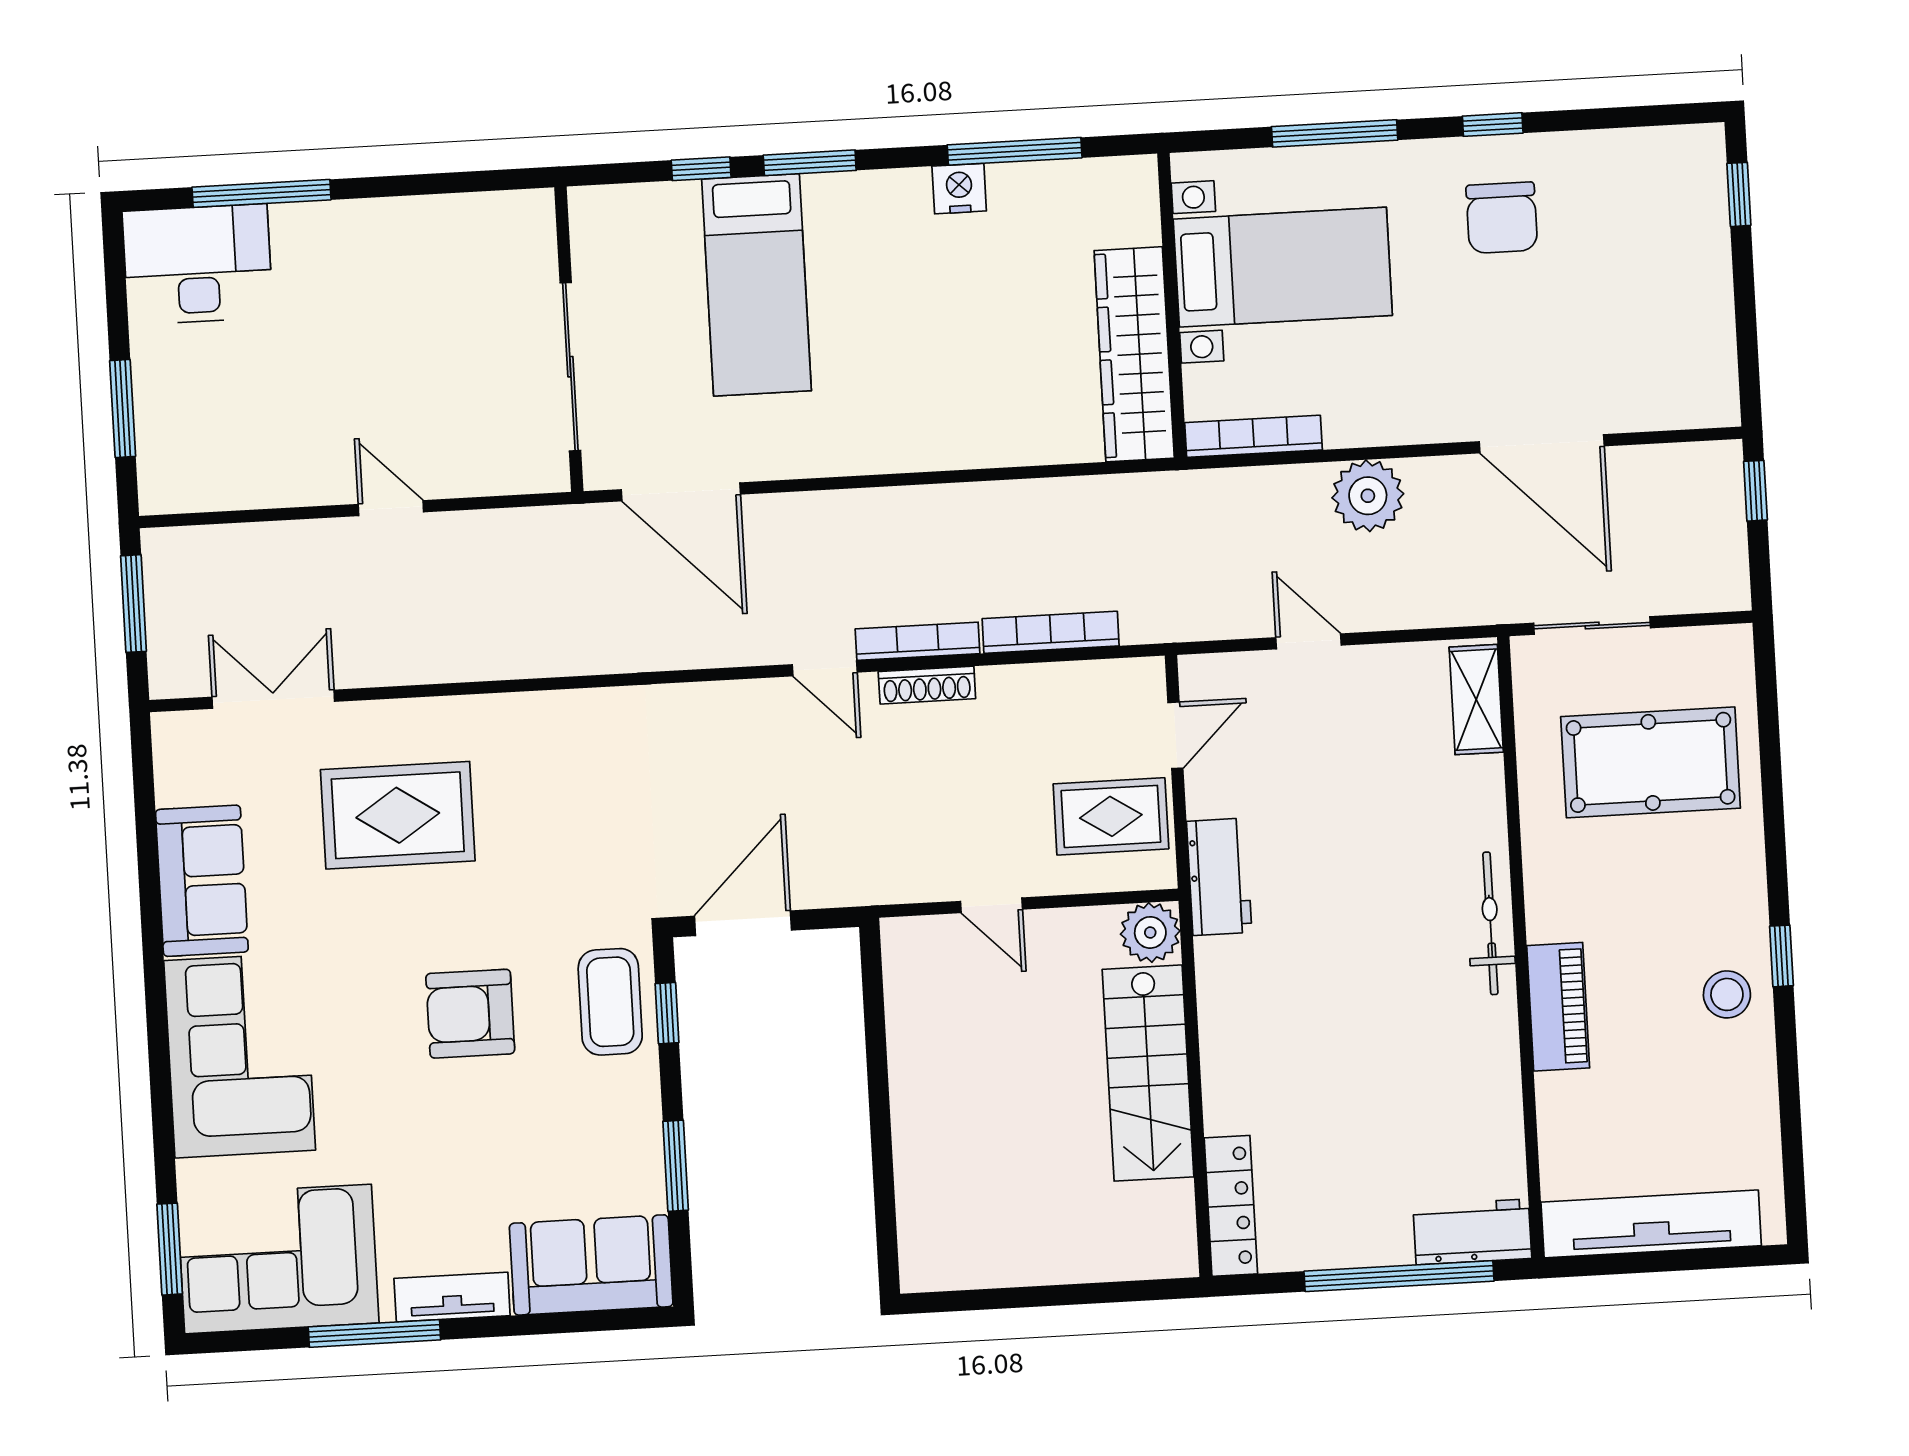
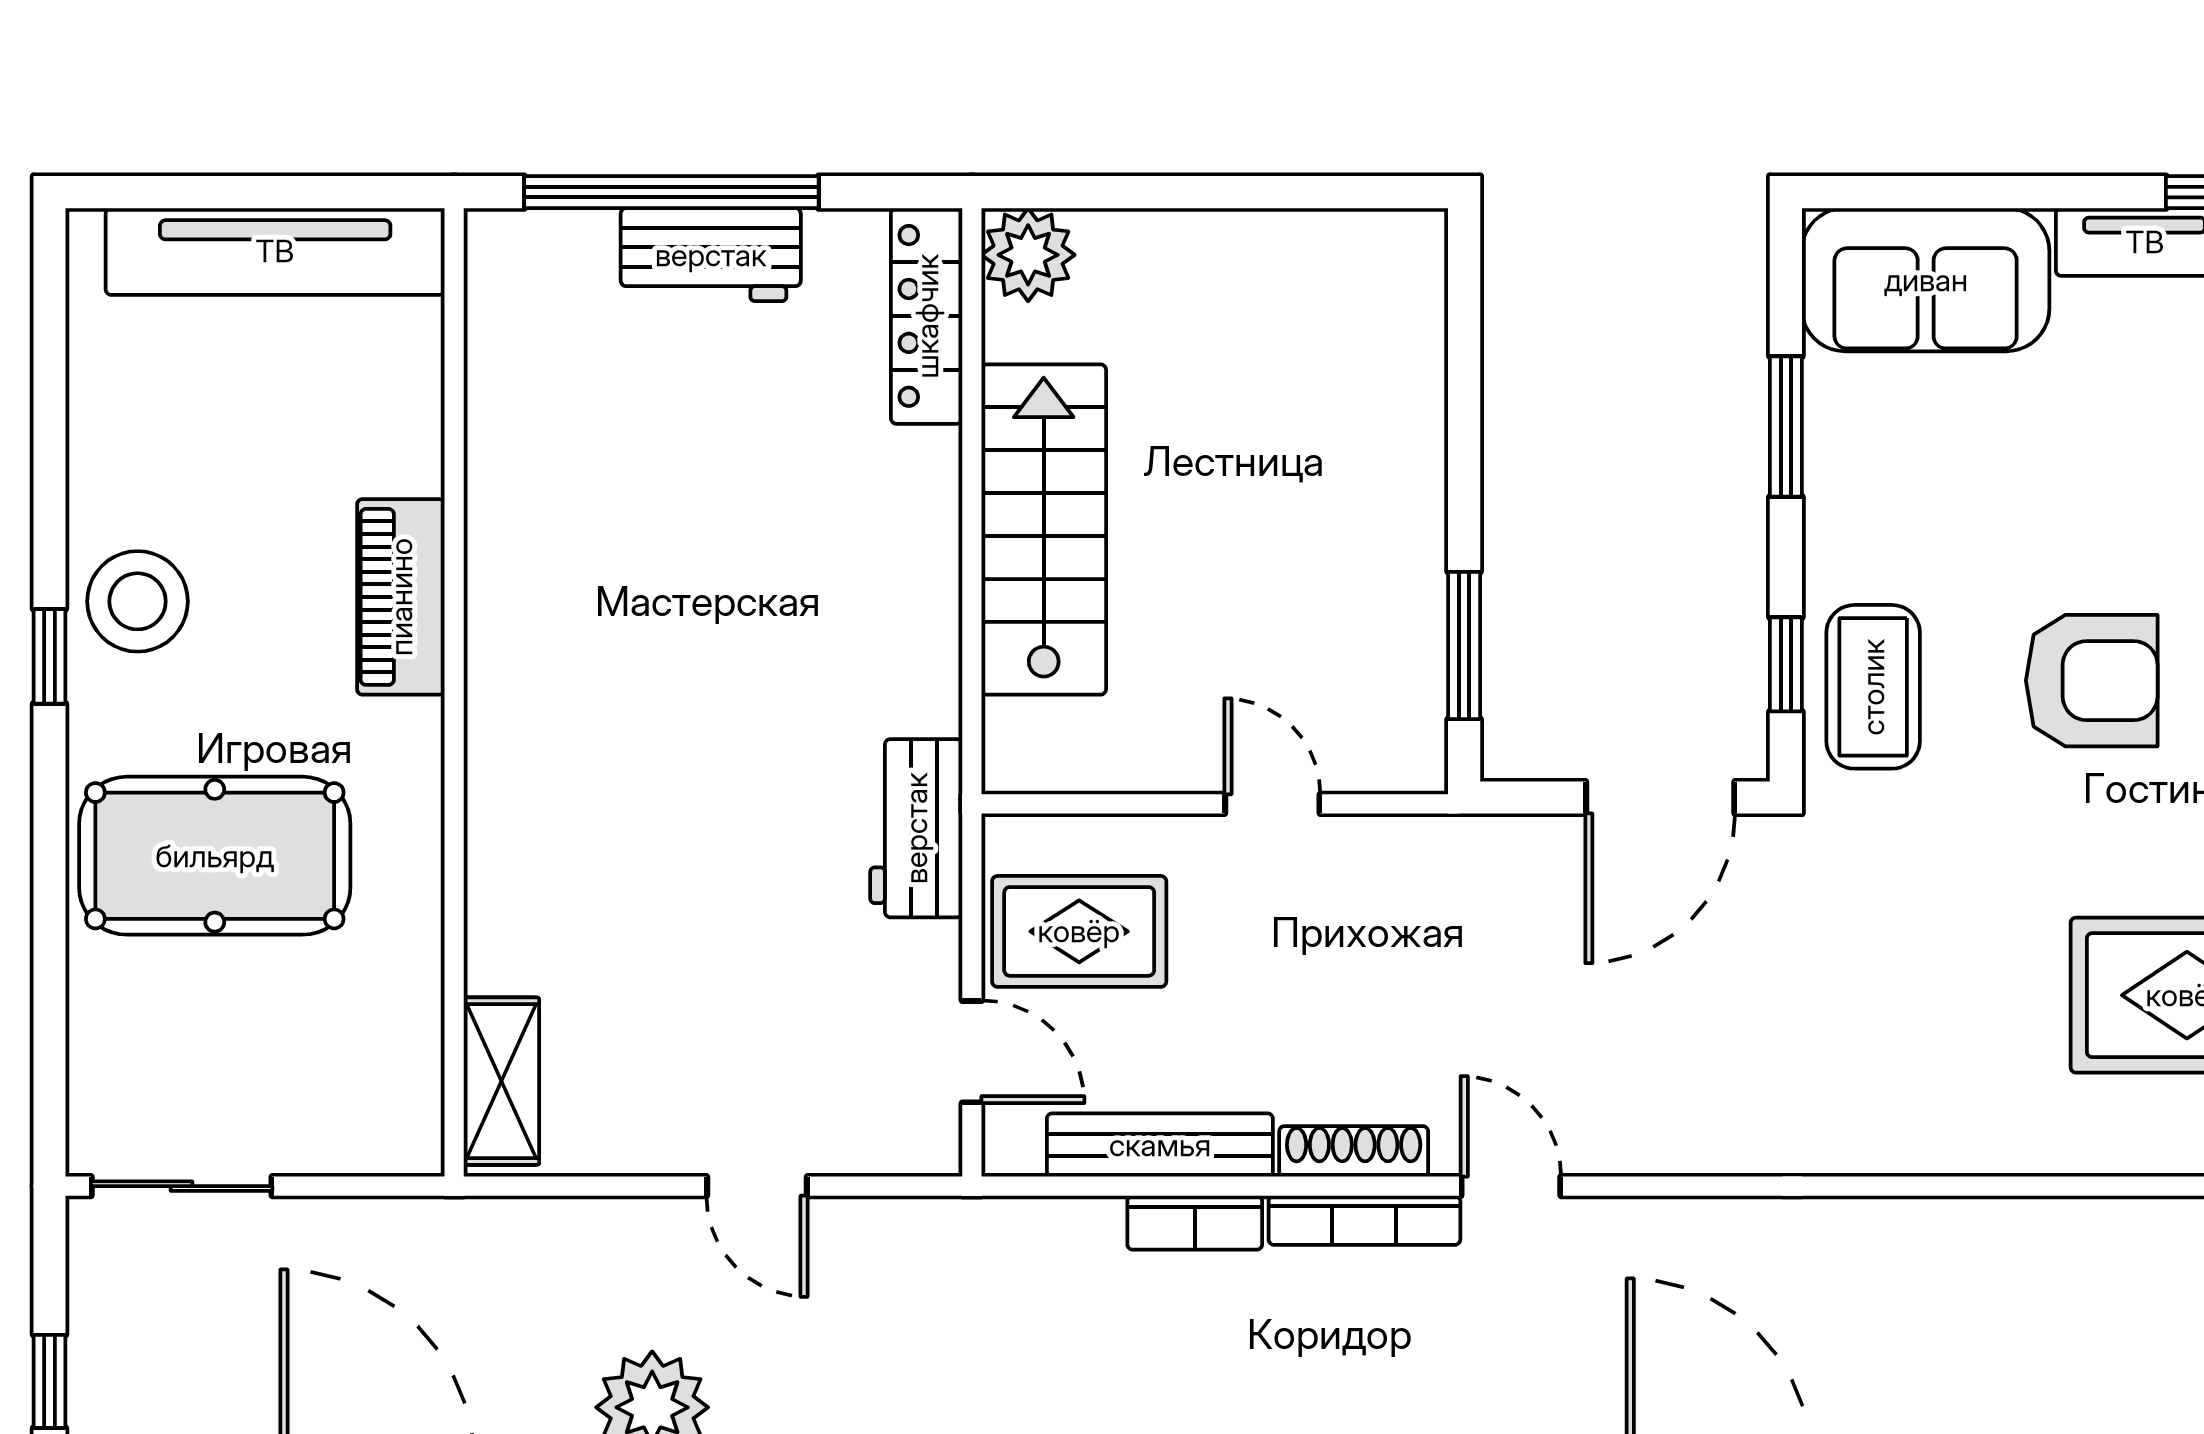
sliding door: (1592, 626) -> (182, 1186), moved
bookcase: (1051, 632) -> (1195, 1223), width x0.64
bench: (1051, 682) -> (1160, 1145), added
door: (1175, 735) -> (972, 1052), swing flipped
pool table: (1651, 762) -> (215, 856), moved
bicycle: (1490, 923) -> (499, 732), removed
plant: (1150, 932) -> (1028, 255), moved
stool: (1727, 994) -> (138, 601), width x1.38, depth x1.38
window: (874, 1014) -> (1464, 645), added
workbench: (1472, 1232) -> (711, 255), moved

